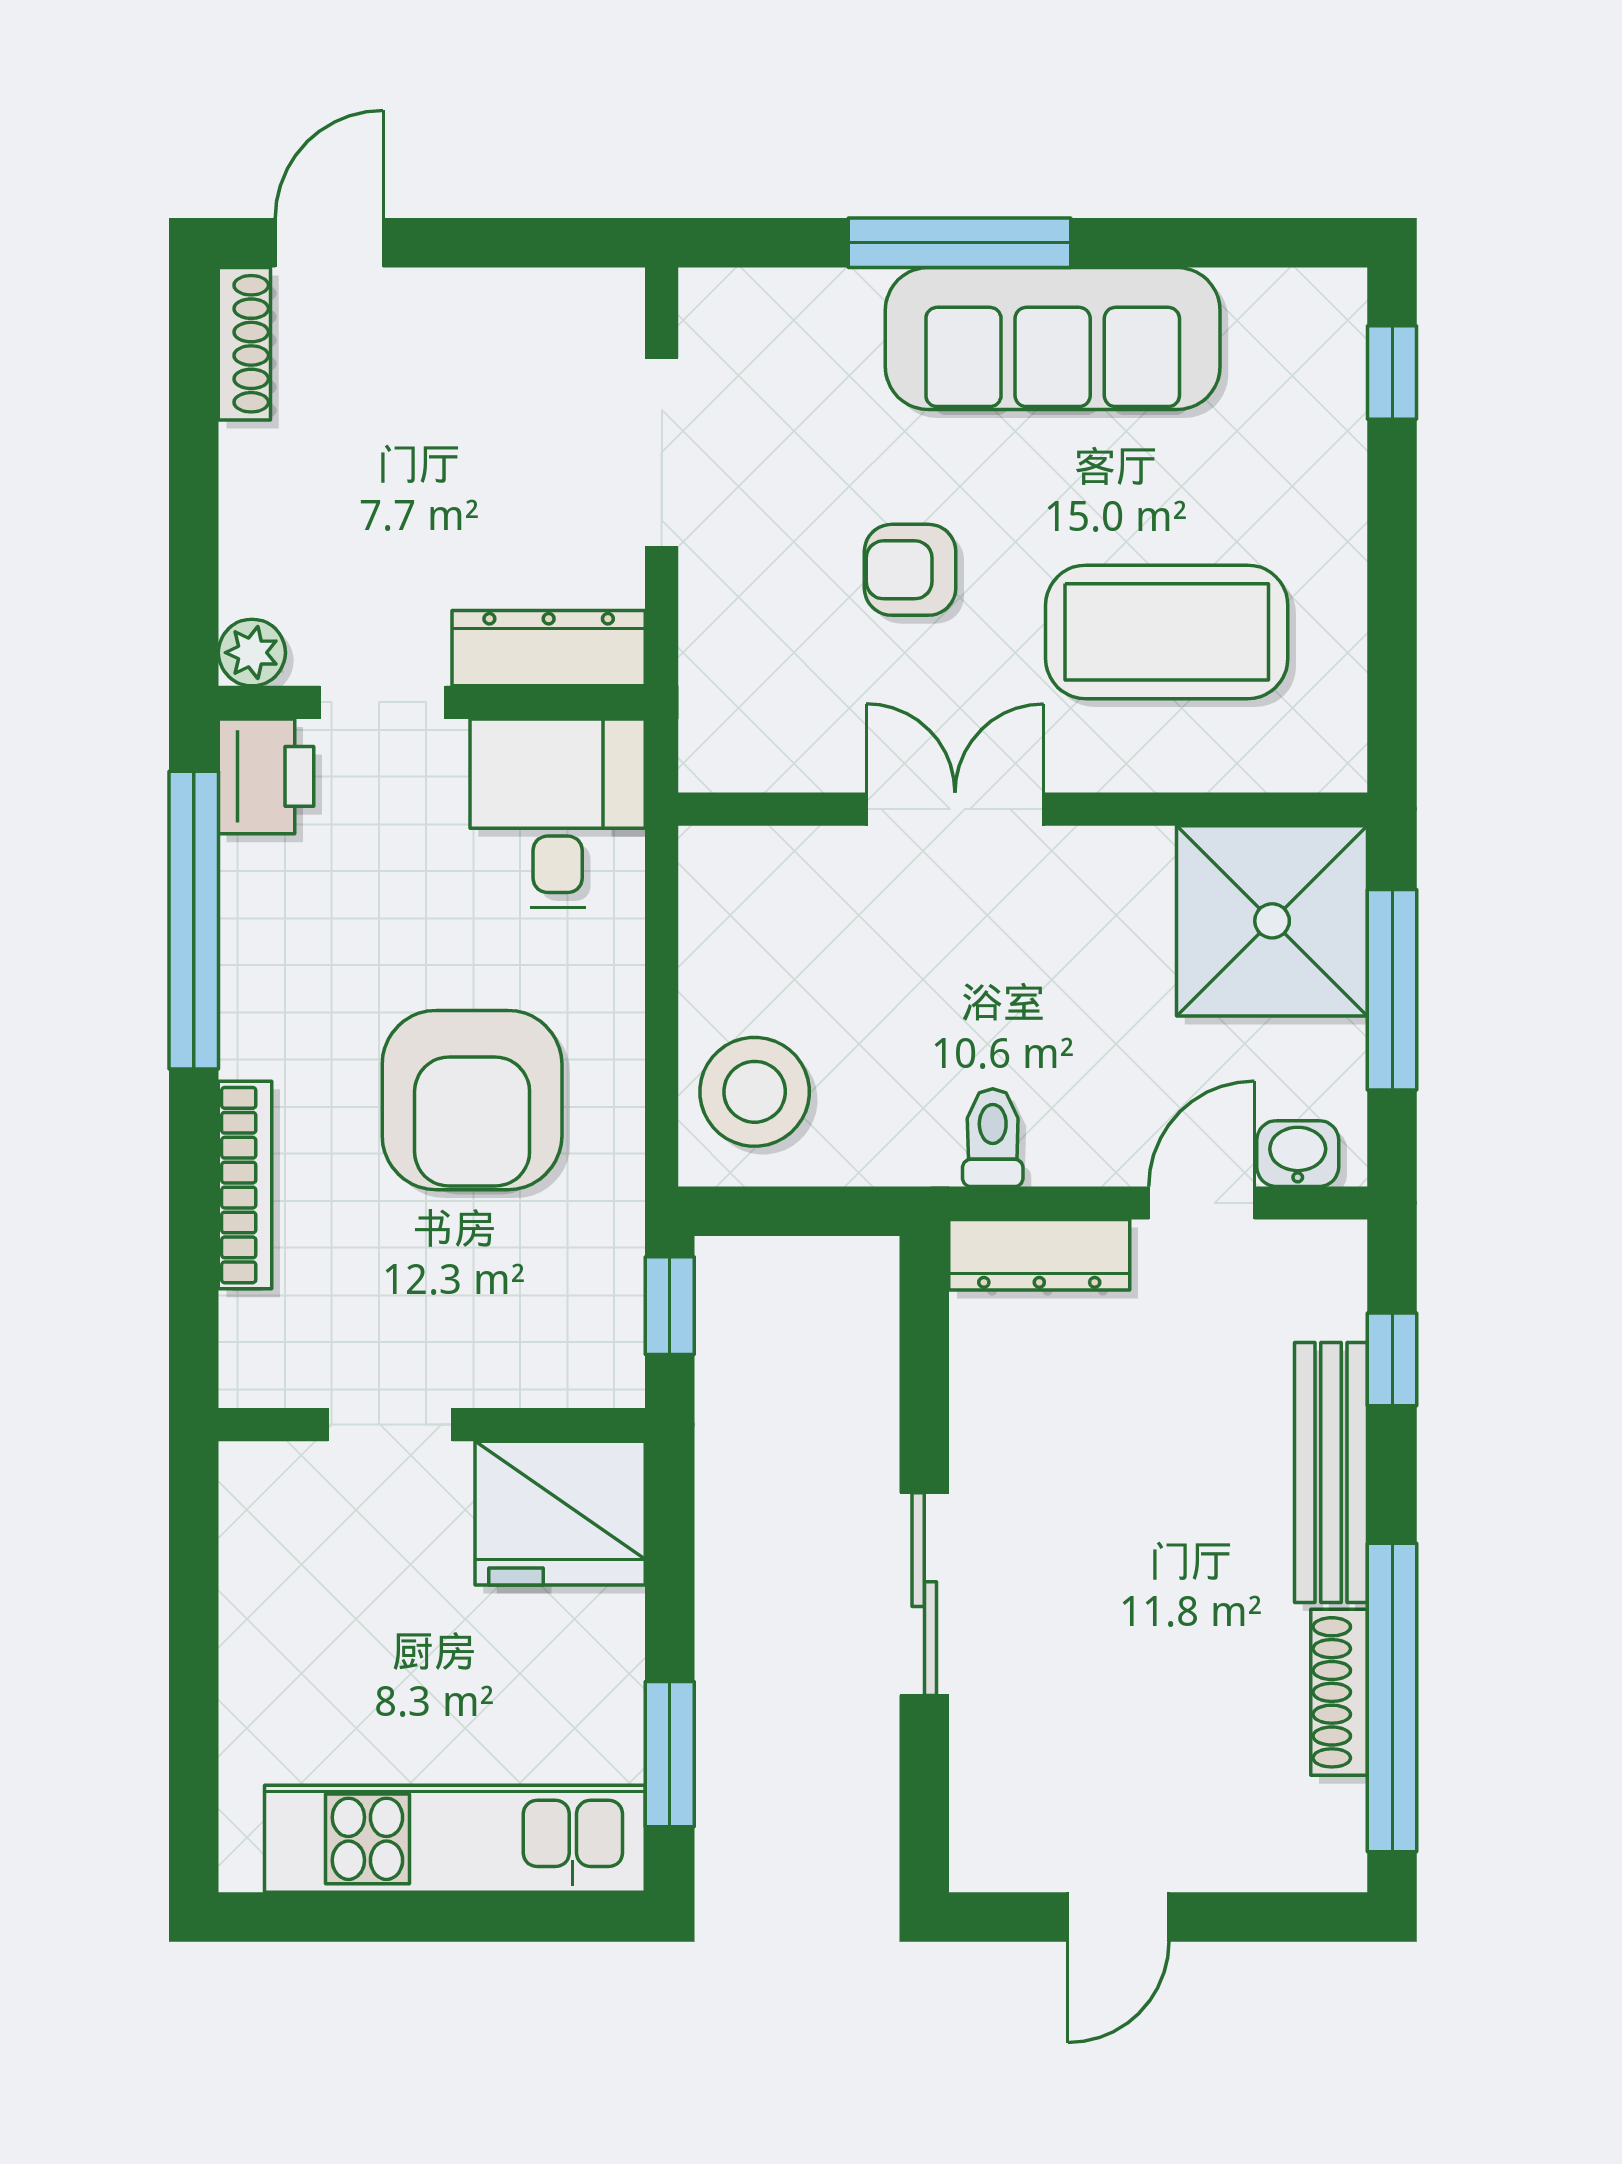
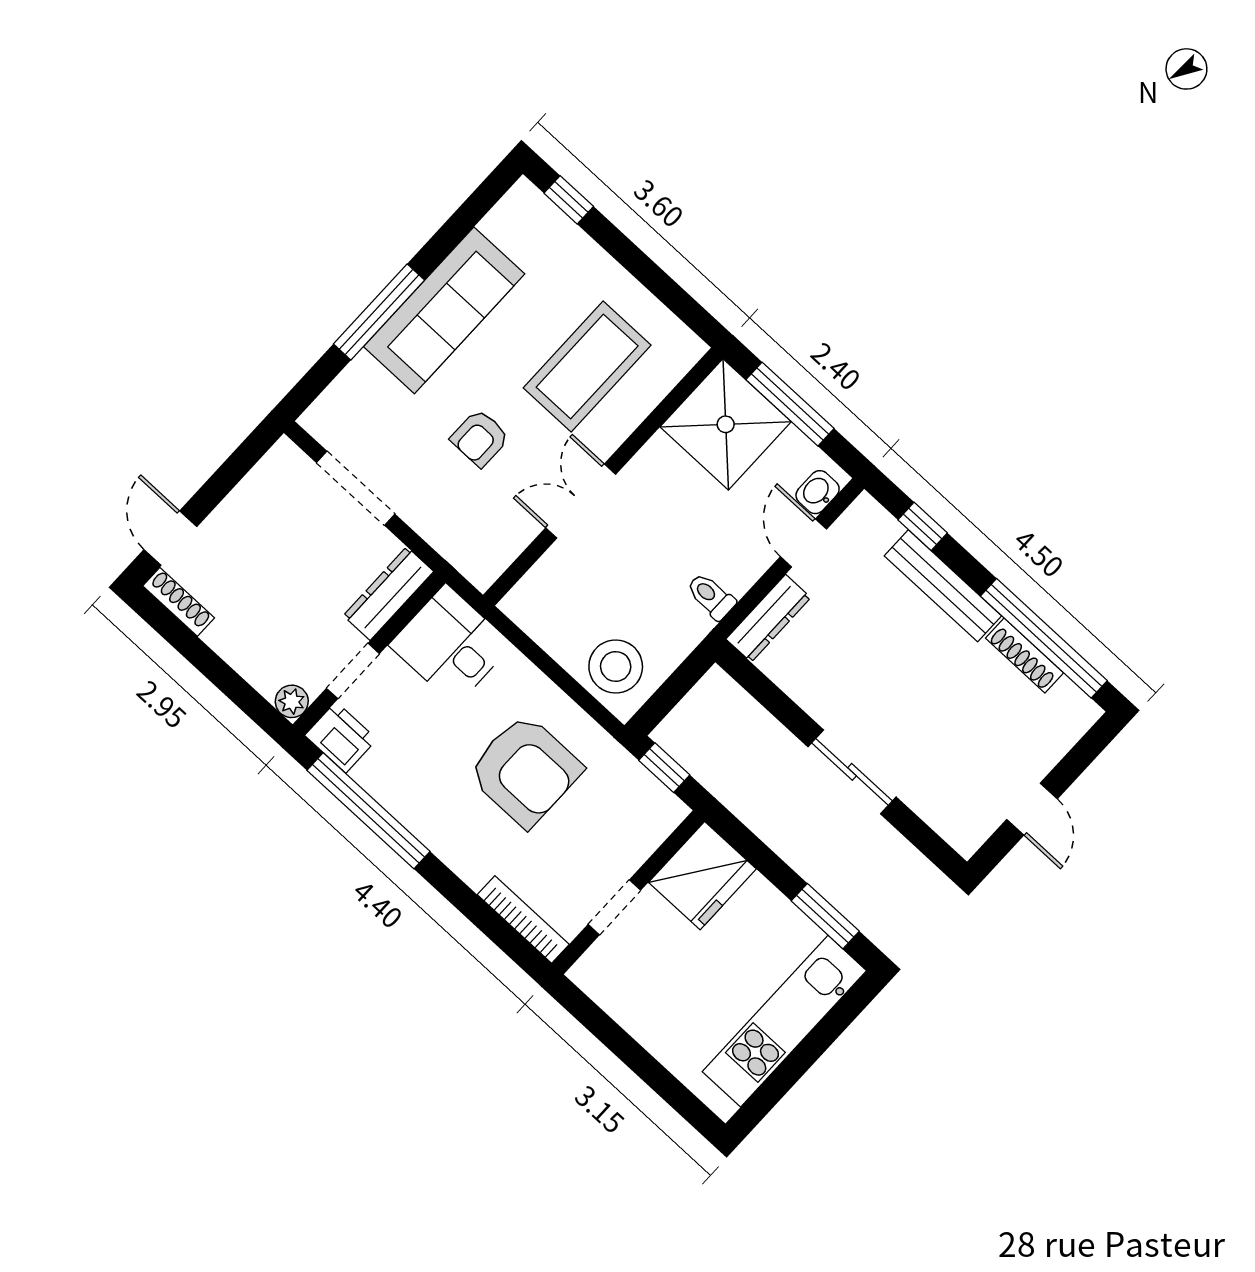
bookcase: (245, 1185) -> (523, 920), moved

